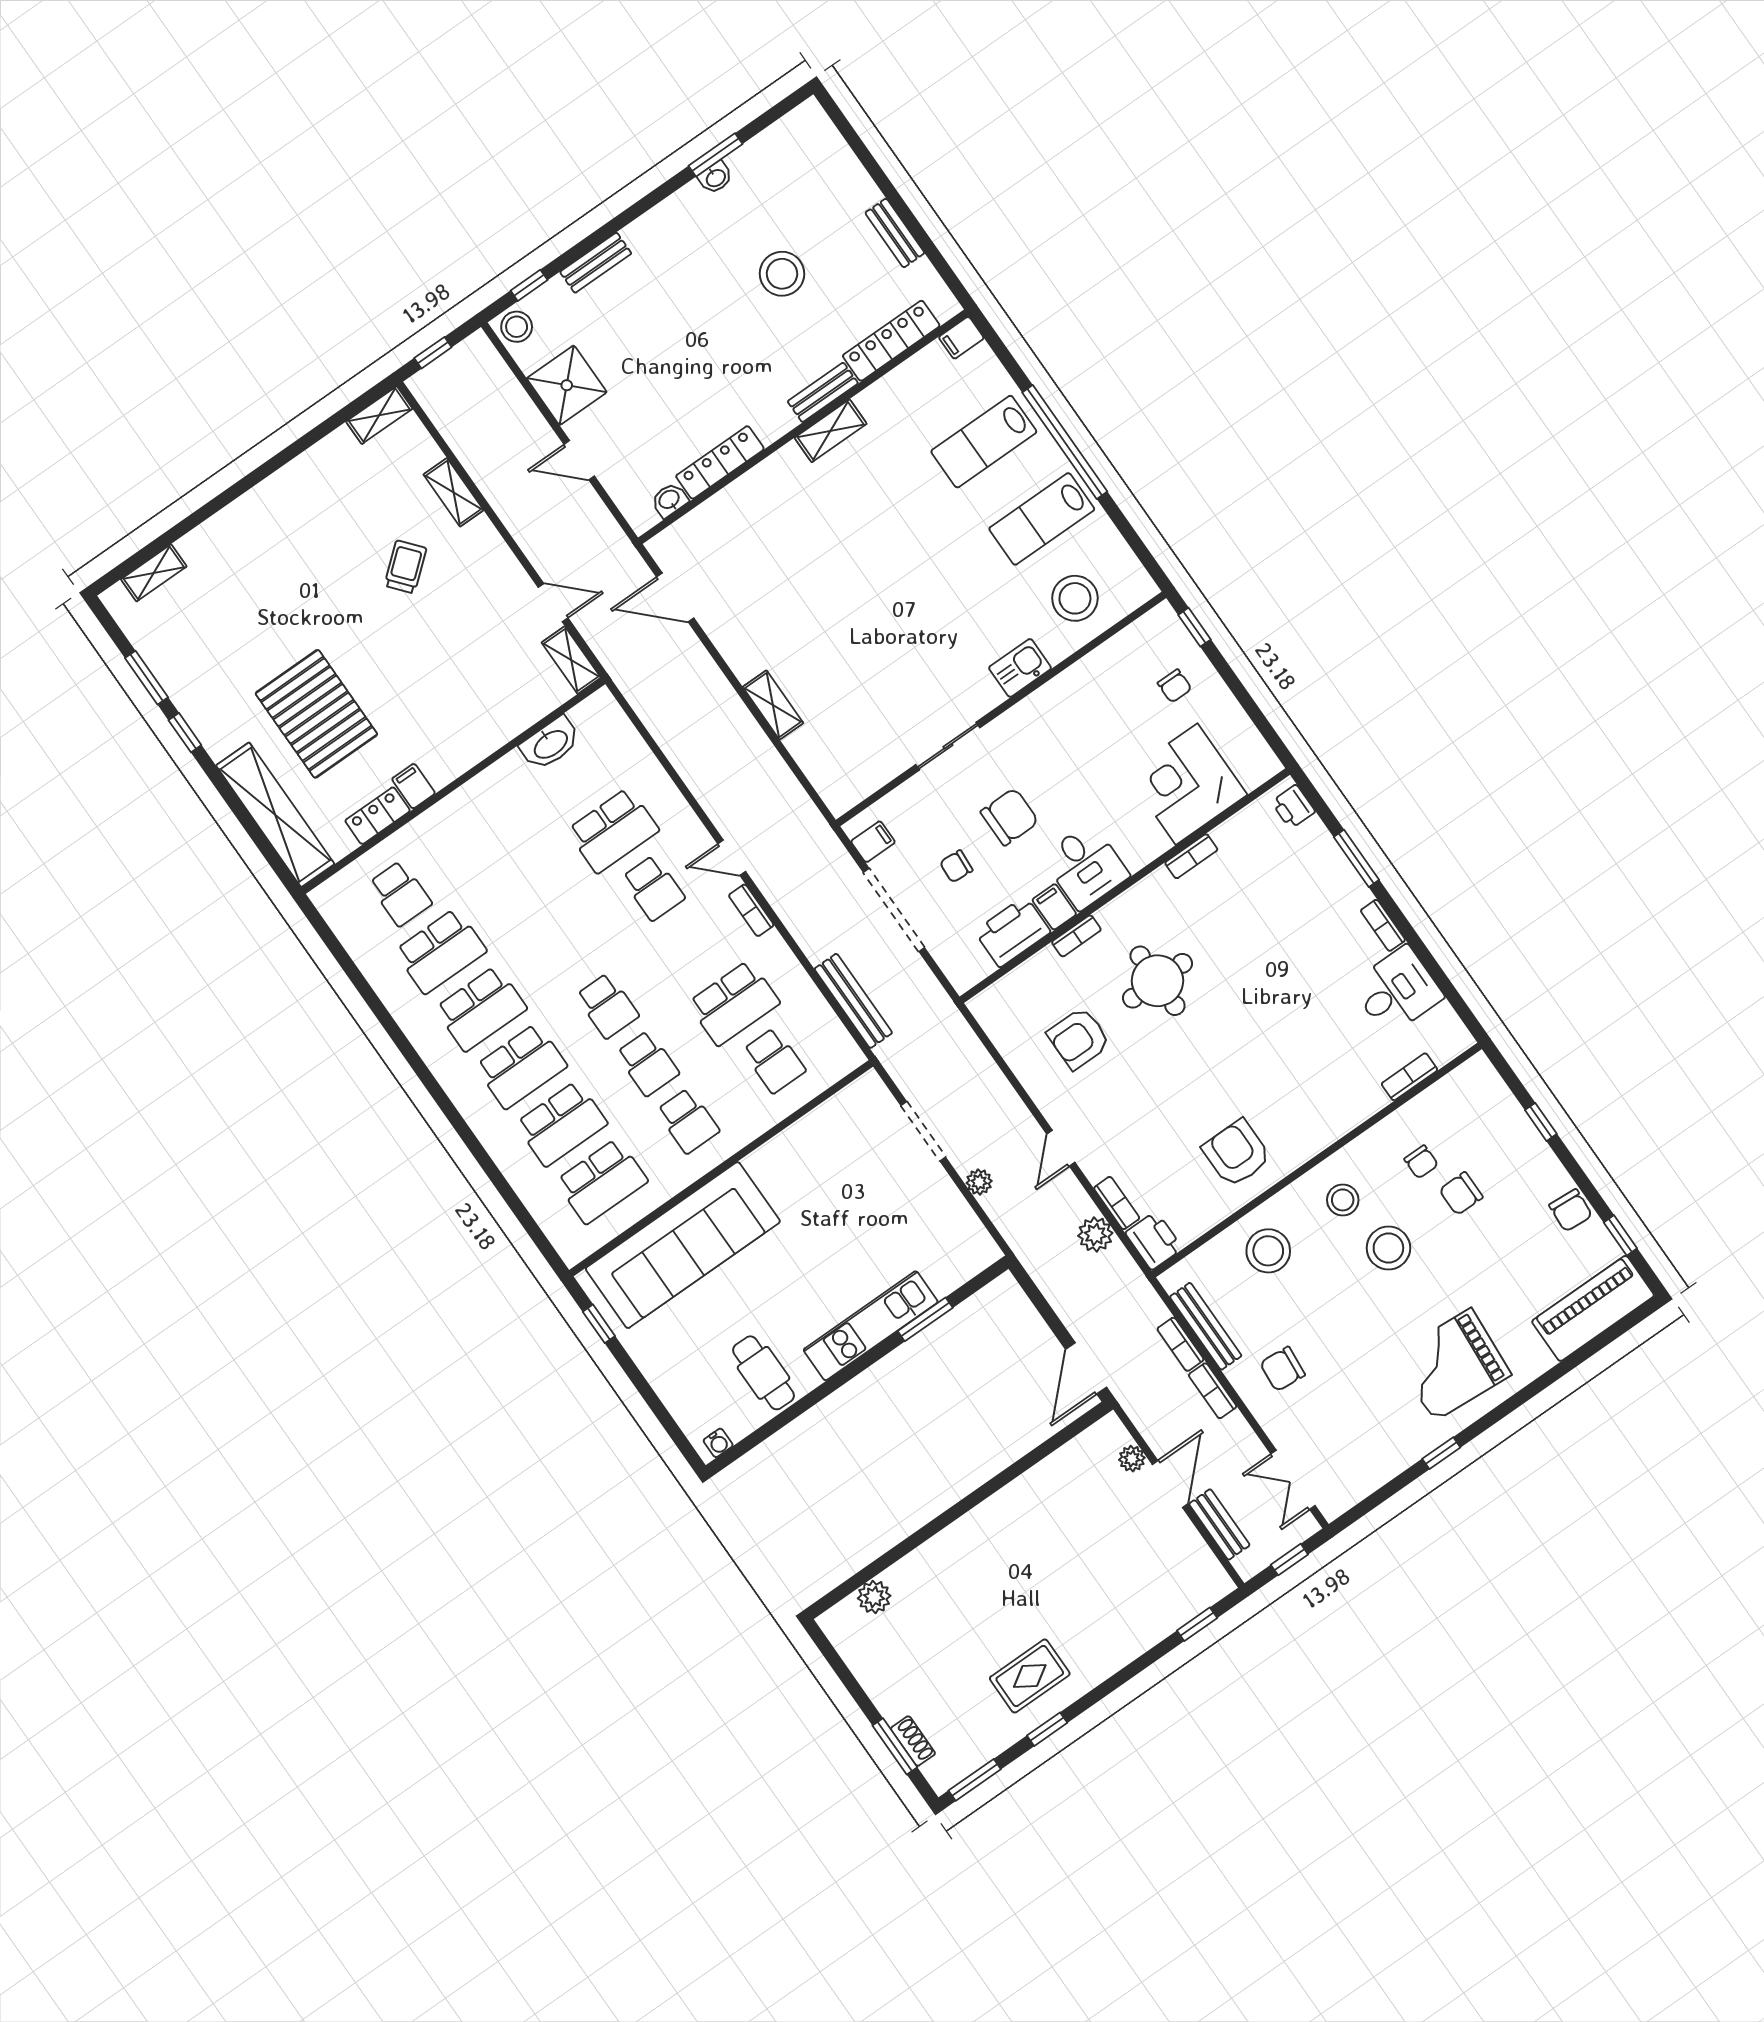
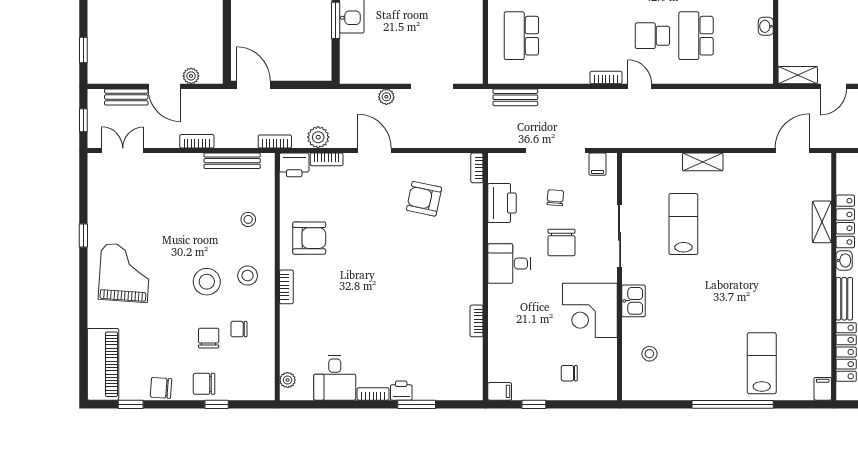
shelving: (831, 431) -> (822, 222), moved
washbasin: (669, 500) -> (844, 260), moved
lab bench: (1042, 519) -> (683, 224), moved
stool: (1075, 598) -> (649, 354), width x0.53, depth x0.53
window: (1194, 627) -> (534, 404), moved
washbasin: (550, 744) -> (766, 26), width x0.52, depth x0.69
sliding door: (948, 746) -> (620, 236), width x1.37
corner desk: (1187, 784) -> (590, 310), moved, turned 180
printer: (1293, 807) -> (401, 391), moved
door: (732, 858) -> (640, 86), hinge flipped
filing cabinet: (1054, 907) -> (500, 391), moved
bookcase: (1076, 936) -> (477, 168), moved
round table: (1158, 981) -> (425, 259), removed
bench: (853, 1001) -> (515, 97), width x0.73
school desk: (734, 1003) -> (565, 36), removed
armchair: (1079, 1038) -> (424, 199), turned -78
plant: (1443, 1051) -> (288, 380), added
school desk: (774, 1060) -> (521, 36), width x1.85
bookcase: (1410, 1077) -> (286, 287), moved
door: (1061, 1148) -> (374, 150), width x1.38
stool: (1268, 1251) -> (248, 219), width x0.53, depth x0.53
bookcase: (1180, 1344) -> (275, 141), moved
chair: (1282, 1369) -> (204, 384), moved, turned -95

